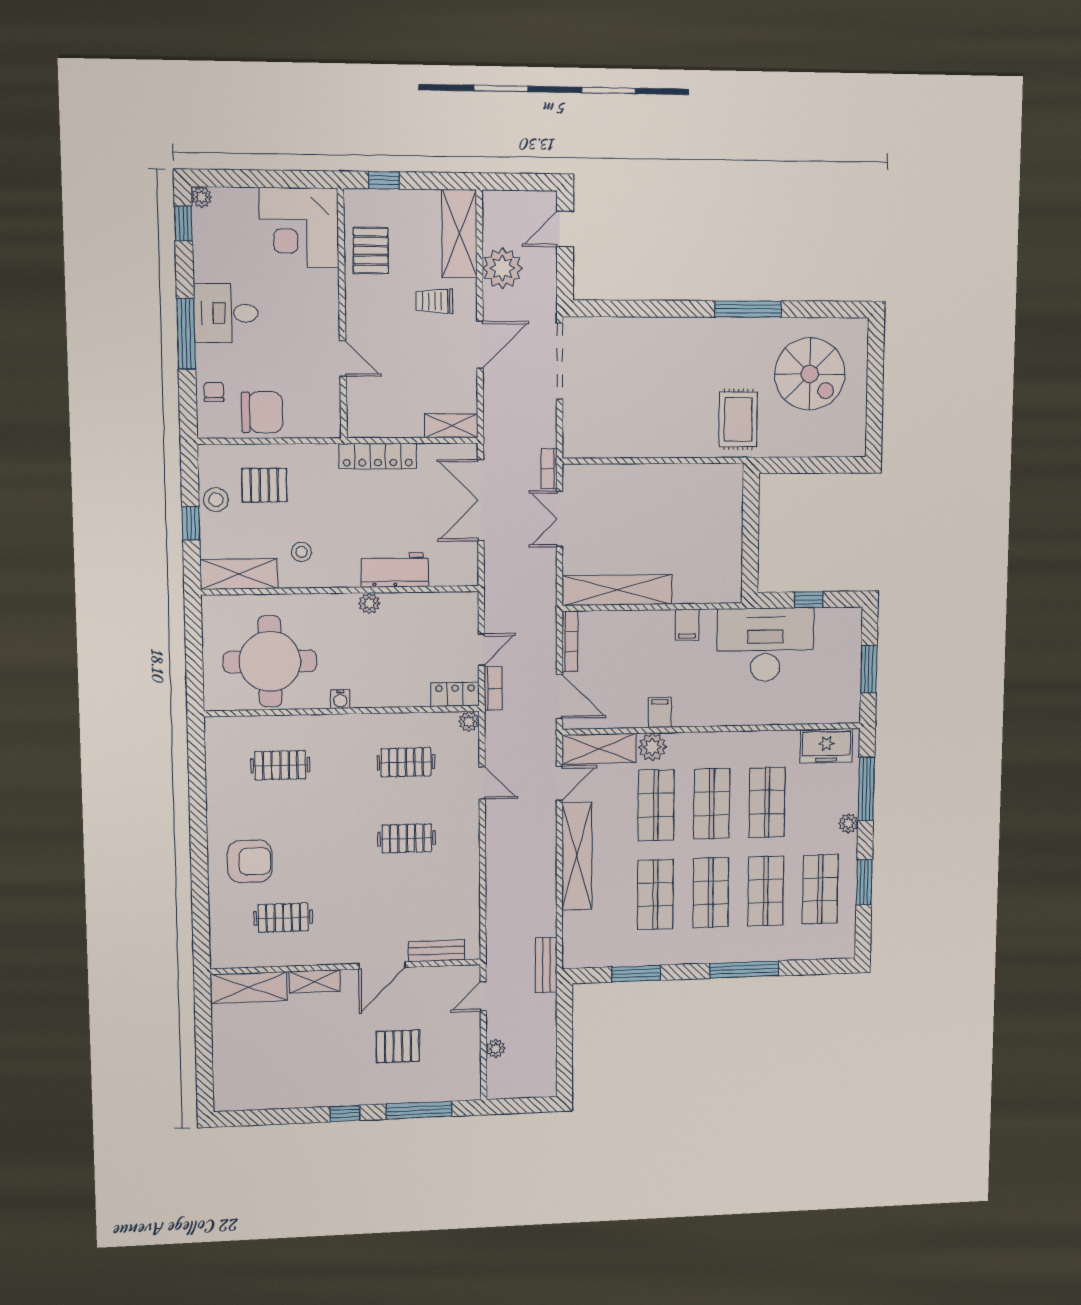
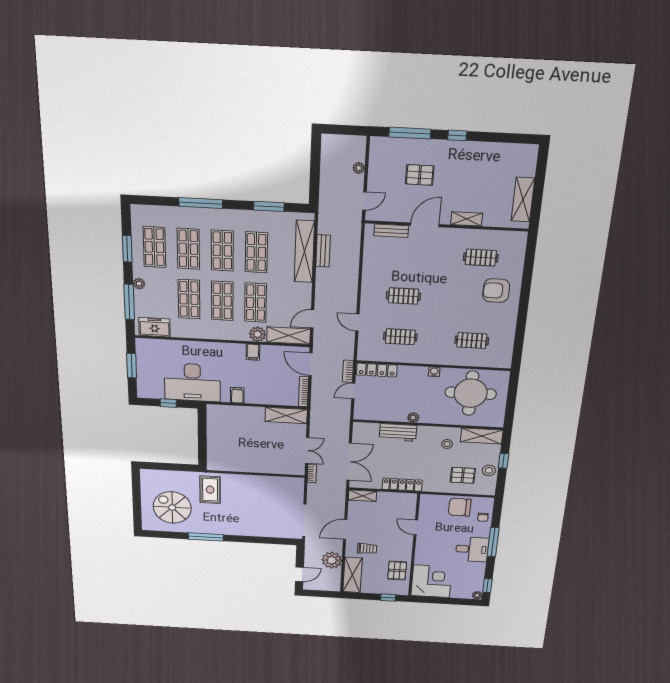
shelving: (617, 590) -> (286, 415), width x0.68
locker: (455, 694) -> (377, 370), width x1.53
plant: (469, 721) -> (363, 355), removed
shelving: (577, 856) -> (304, 252), moved
bench: (546, 965) -> (323, 251), moved
shelving: (249, 987) -> (523, 200), moved, turned 90

